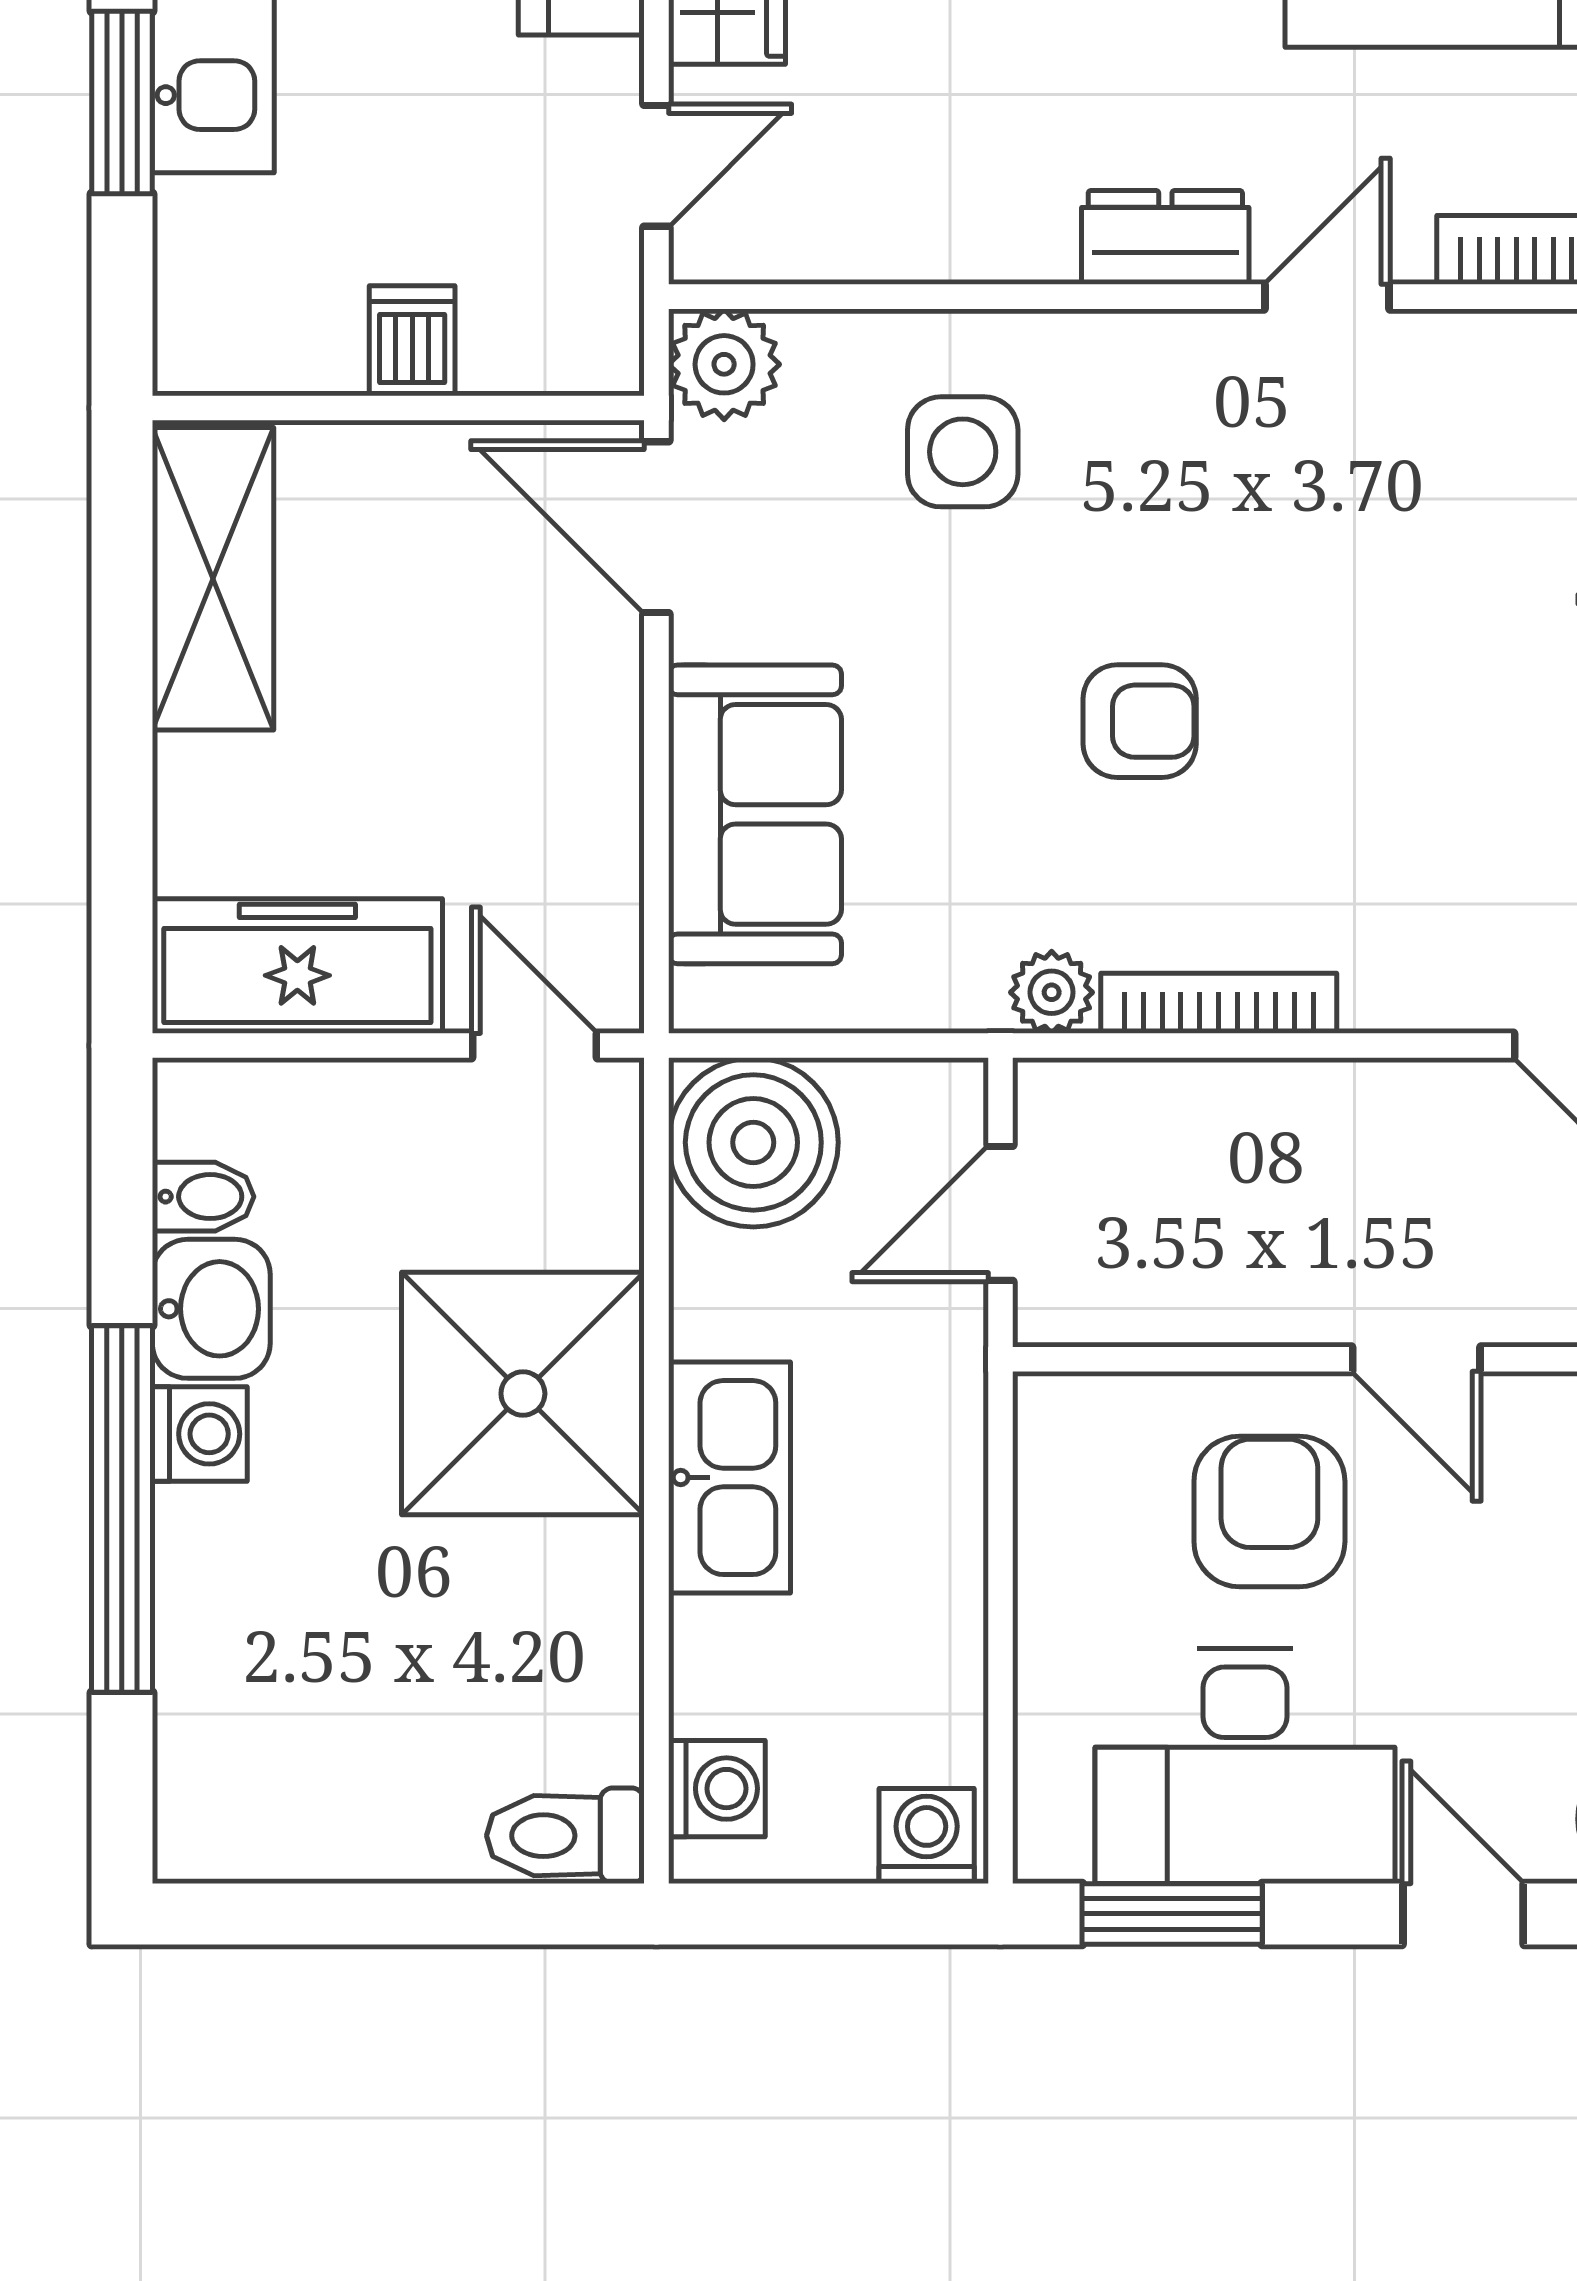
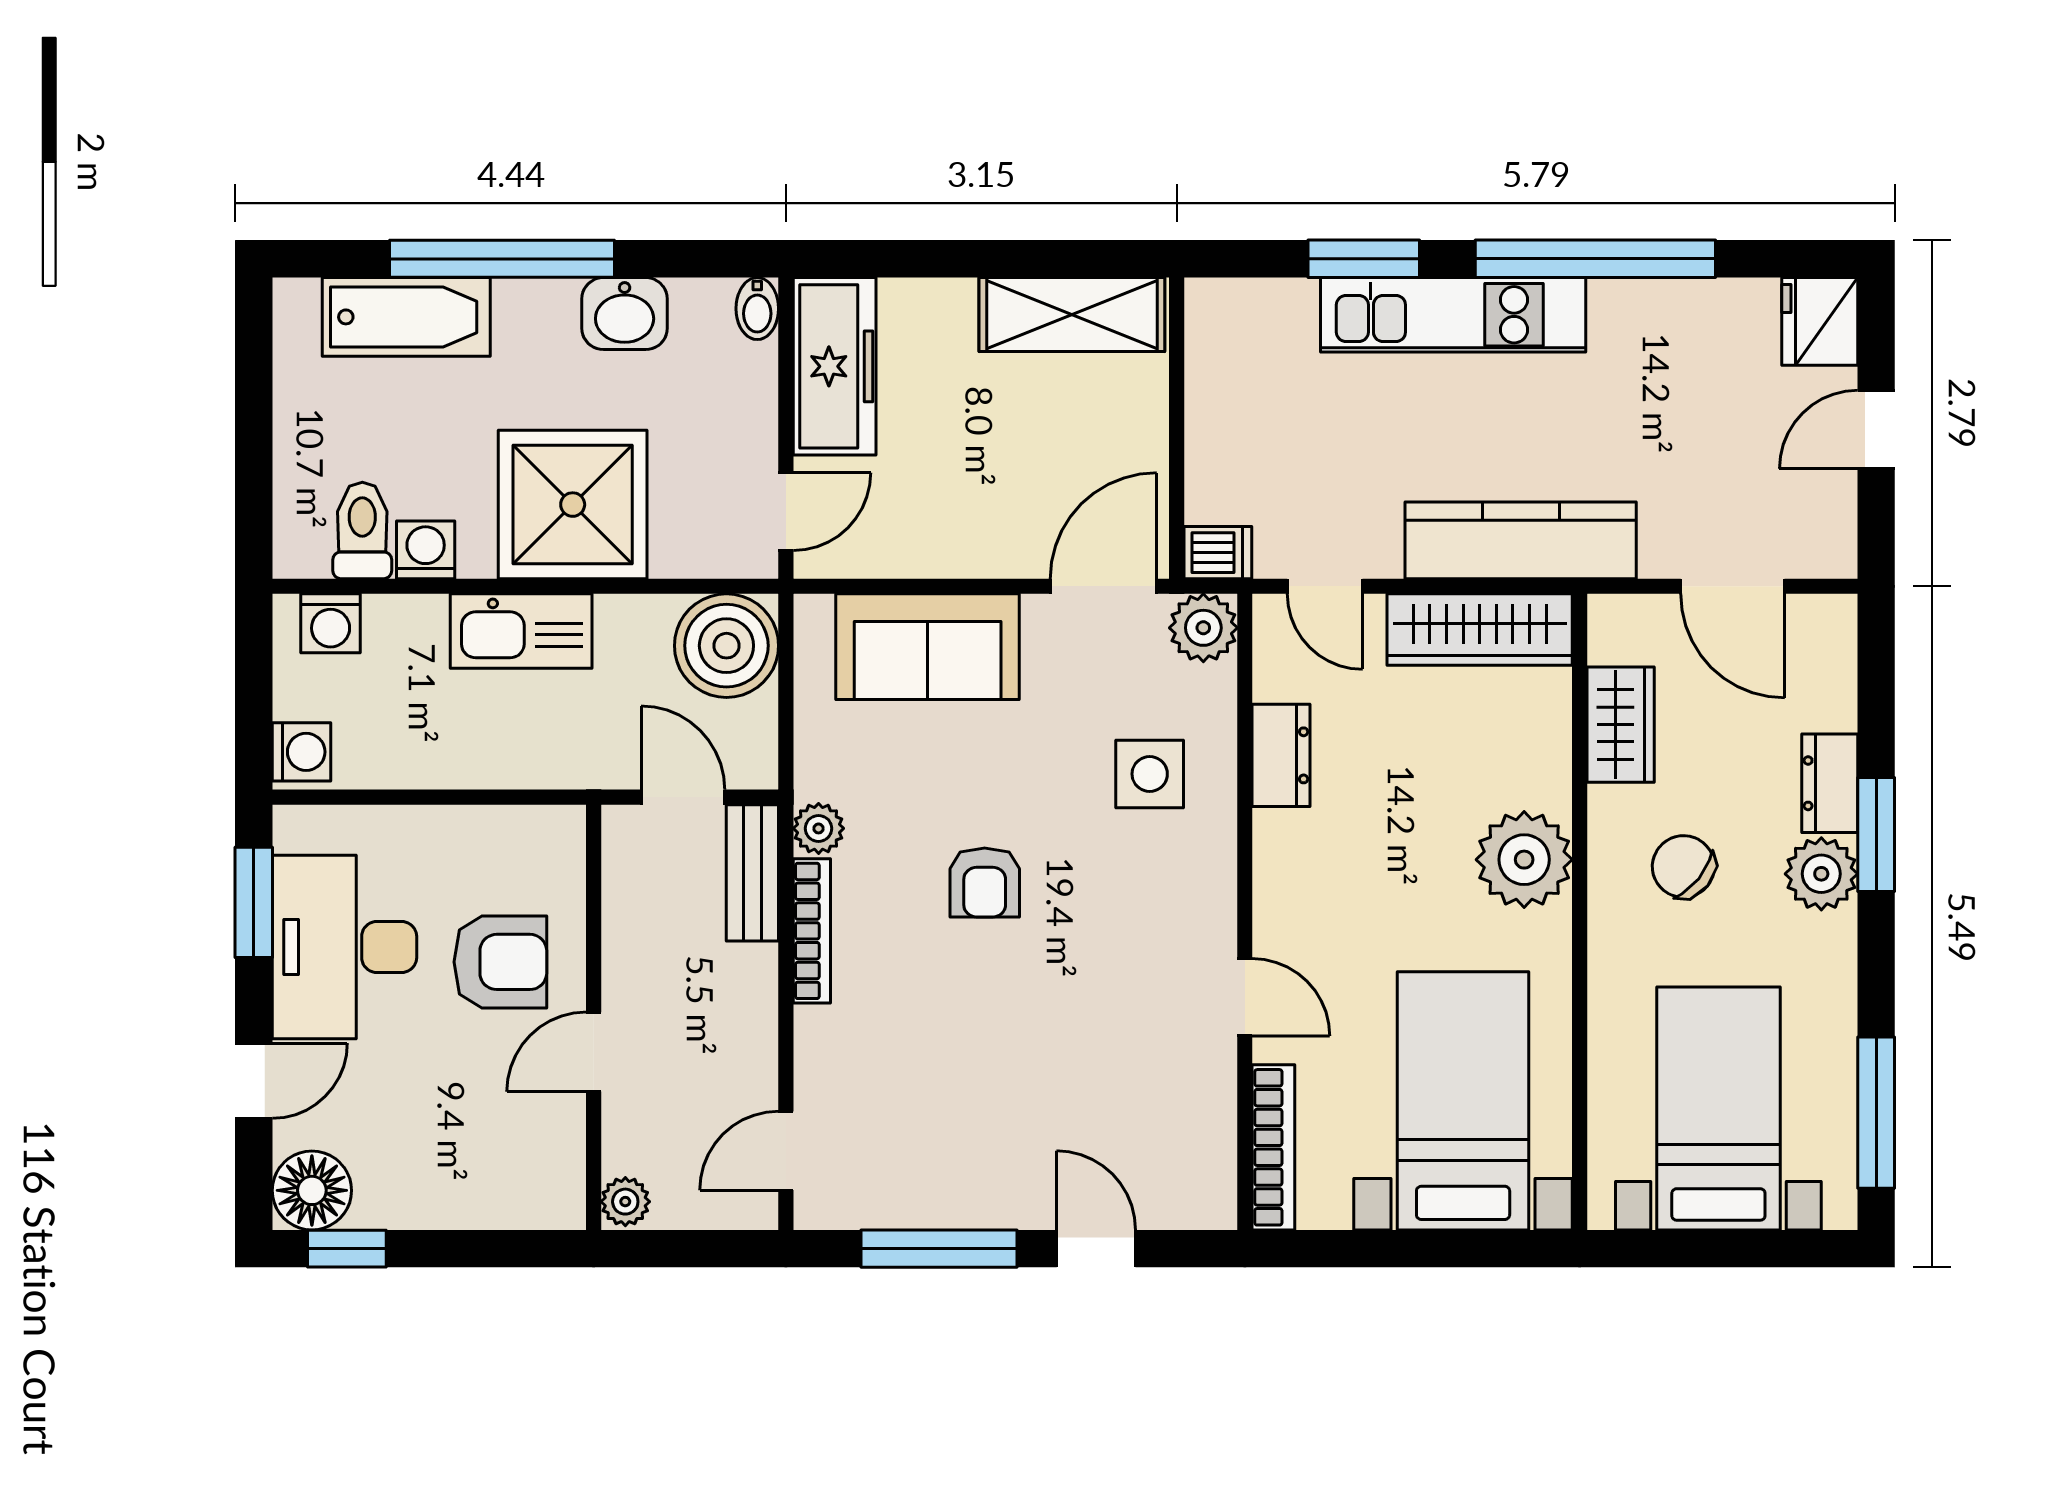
dresser: (1165, 237) -> (1281, 755), moved
dishwasher: (412, 341) -> (1218, 553), moved
bench: (1124, 1100) -> (752, 873), added
bidet: (203, 1197) -> (757, 309), moved
washing machine: (200, 1434) -> (426, 550), moved, turned 180
bathtub: (217, 1665) -> (406, 317), added
toilet: (565, 1836) -> (362, 531), moved

